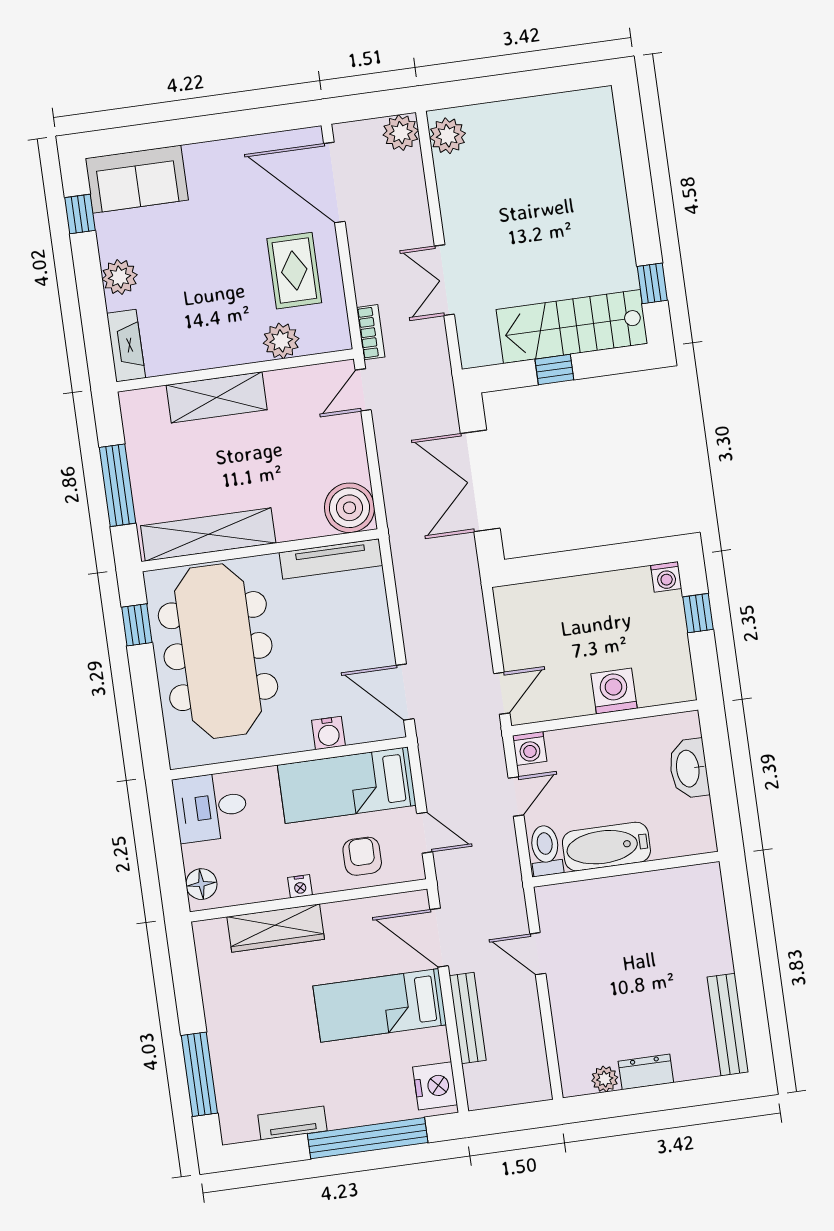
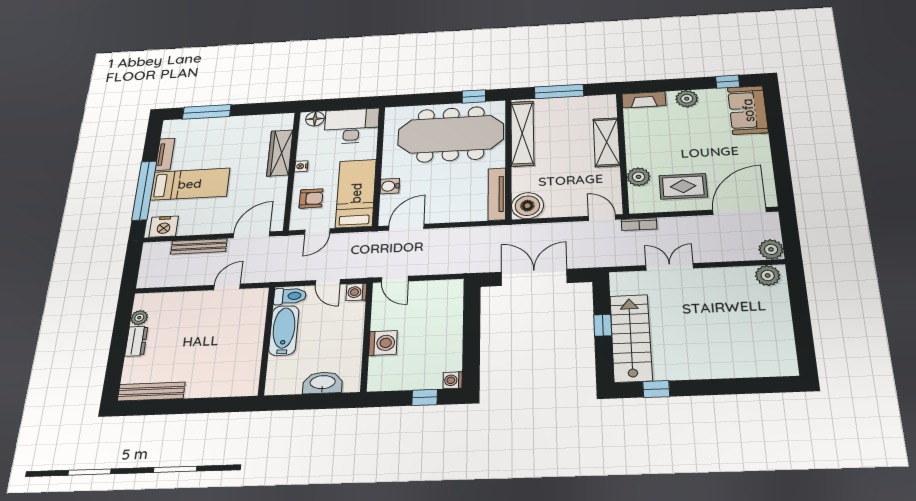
desk: (211, 807) -> (352, 126), width x1.37
bed: (380, 1005) -> (190, 184), moved, turned 90

